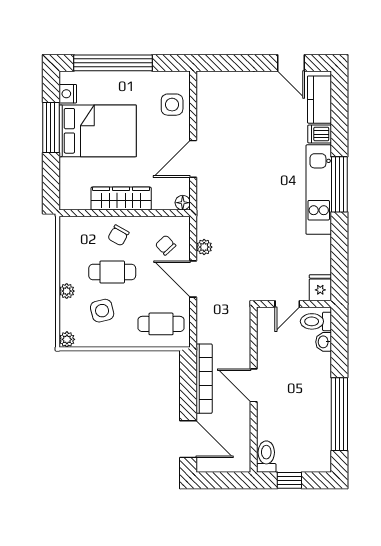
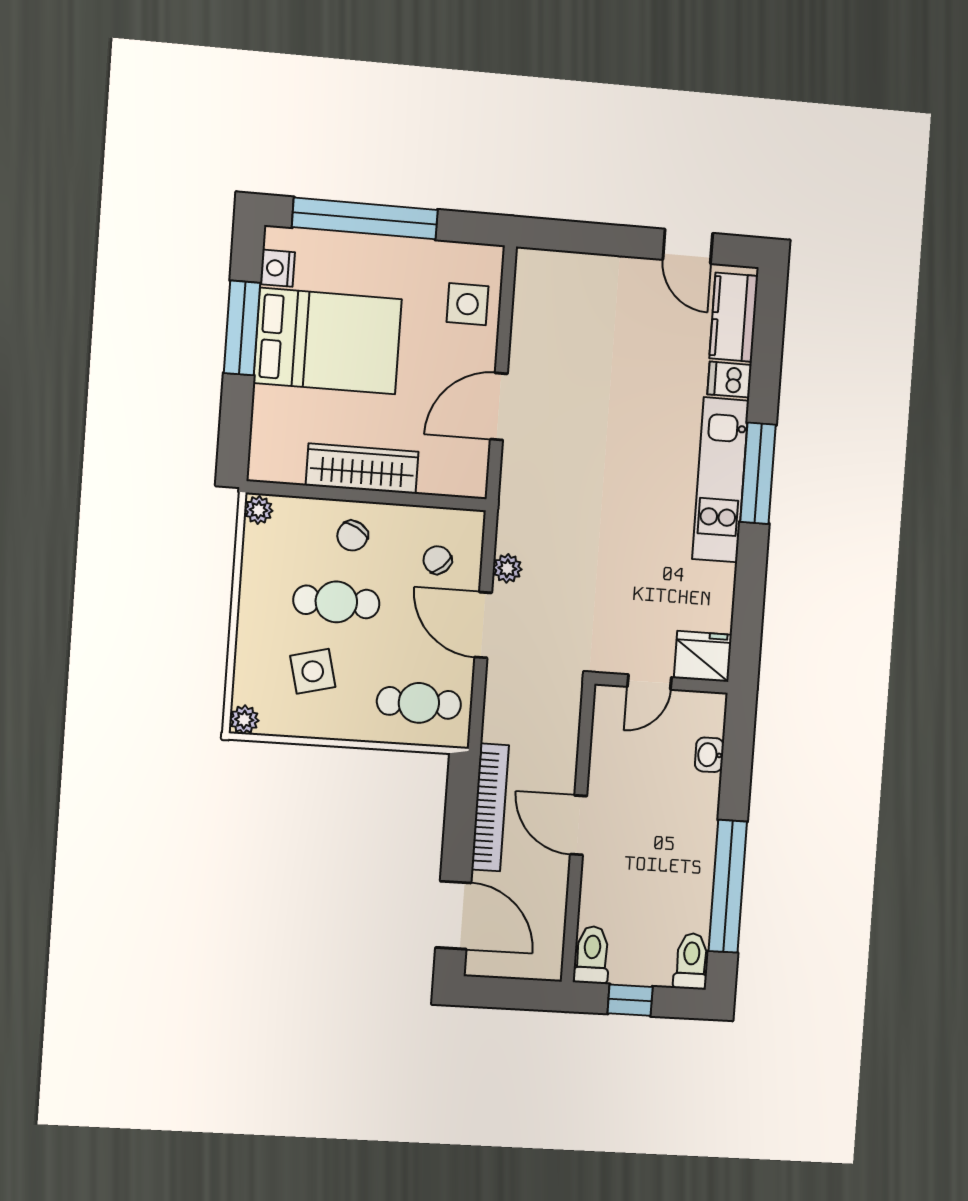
floor lamp: (183, 203) -> (474, 485), removed
fridge: (320, 288) -> (703, 656), width x1.38
plant: (67, 291) -> (259, 510), moved
toilet: (316, 321) -> (691, 961), moved, turned 90

